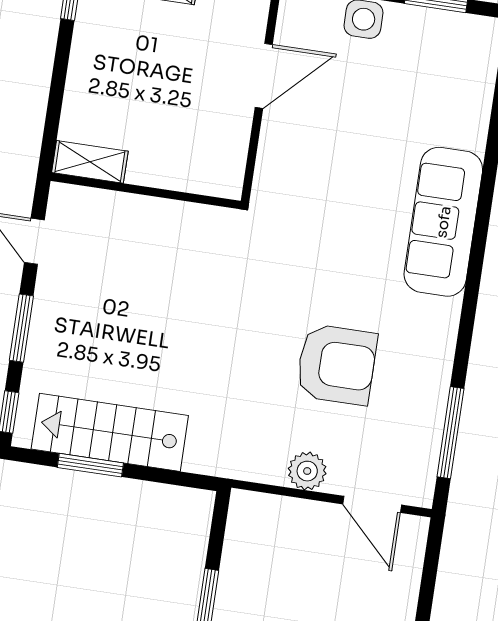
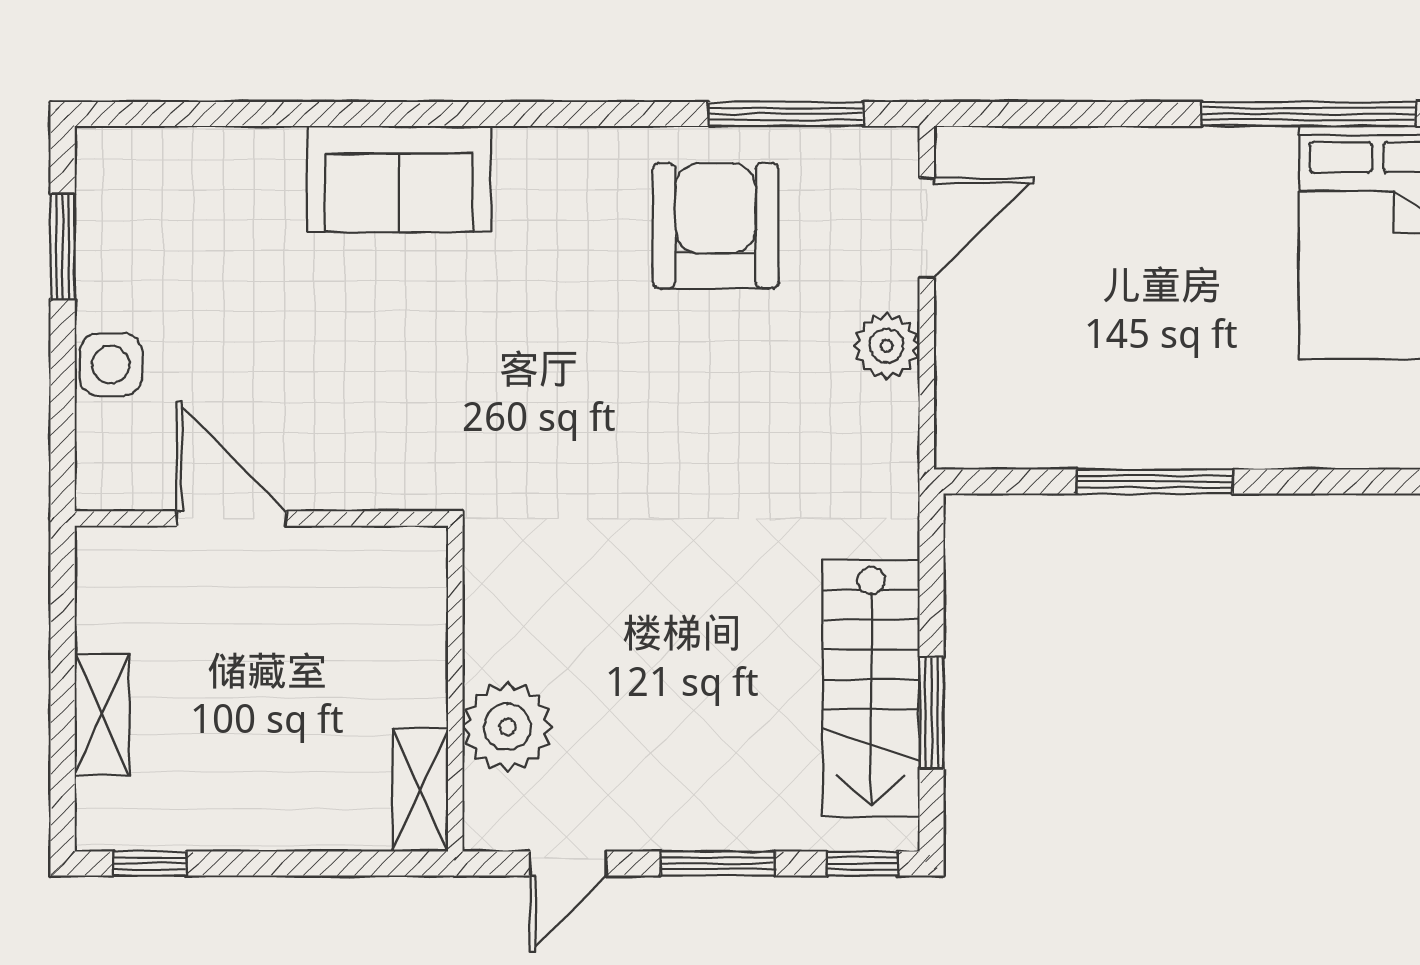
plant: (119, 218) -> (507, 727), added
sofa: (443, 222) -> (399, 179), width x0.73
armchair: (336, 365) -> (716, 226), moved

